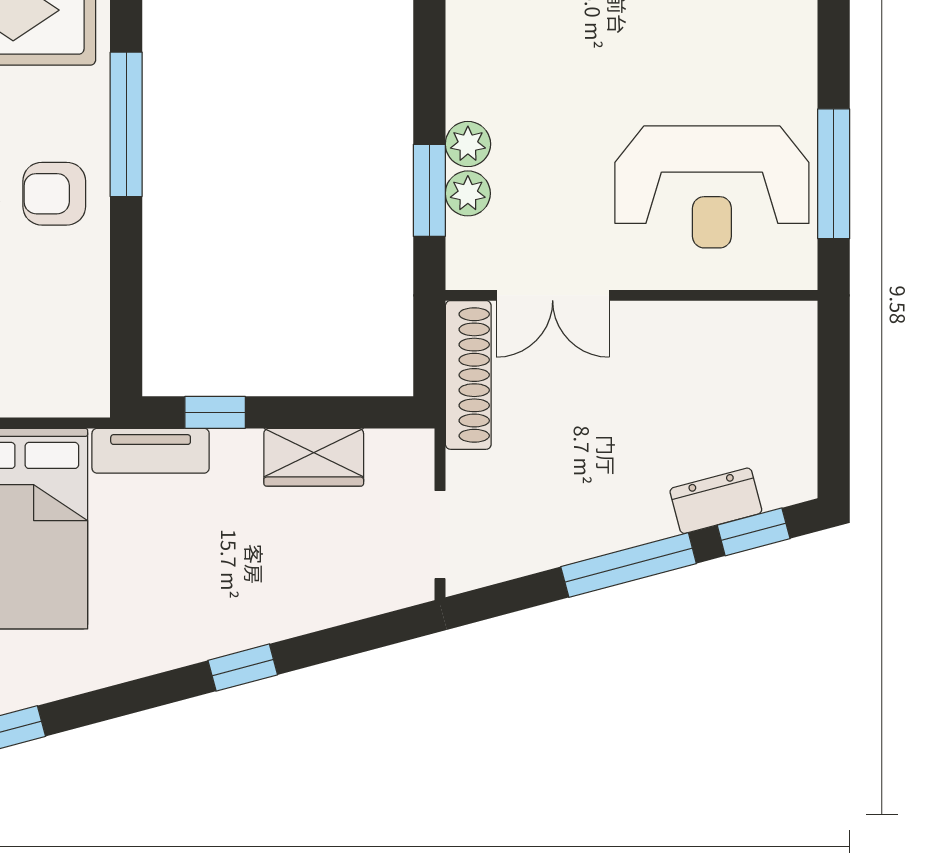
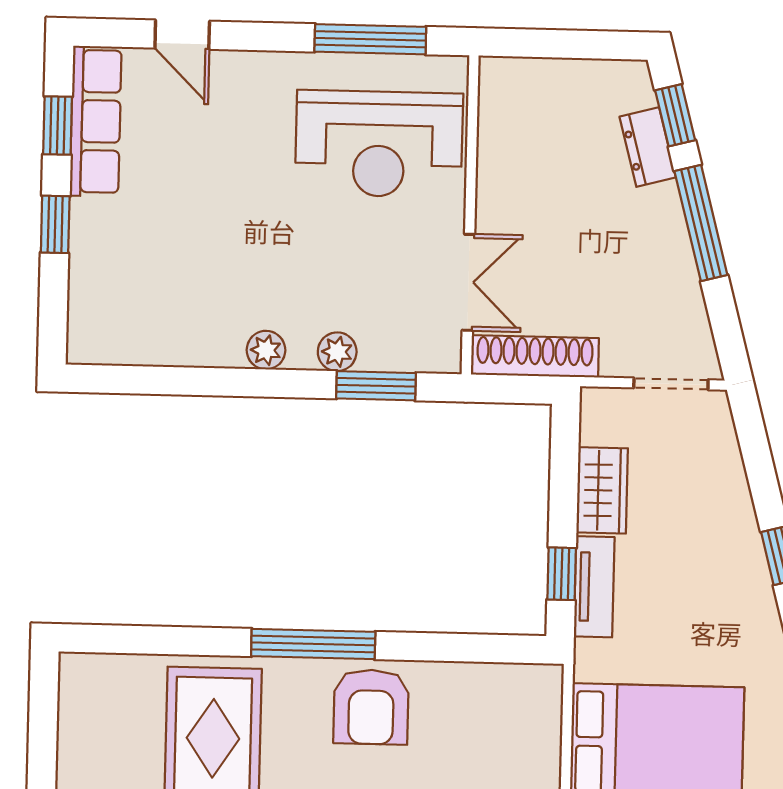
reception desk: (712, 187) -> (379, 144), turned 90
plant: (468, 193) -> (266, 350), moved
armchair: (54, 194) -> (371, 707), width x1.38, depth x1.38
tv unit: (151, 451) -> (594, 587), moved

